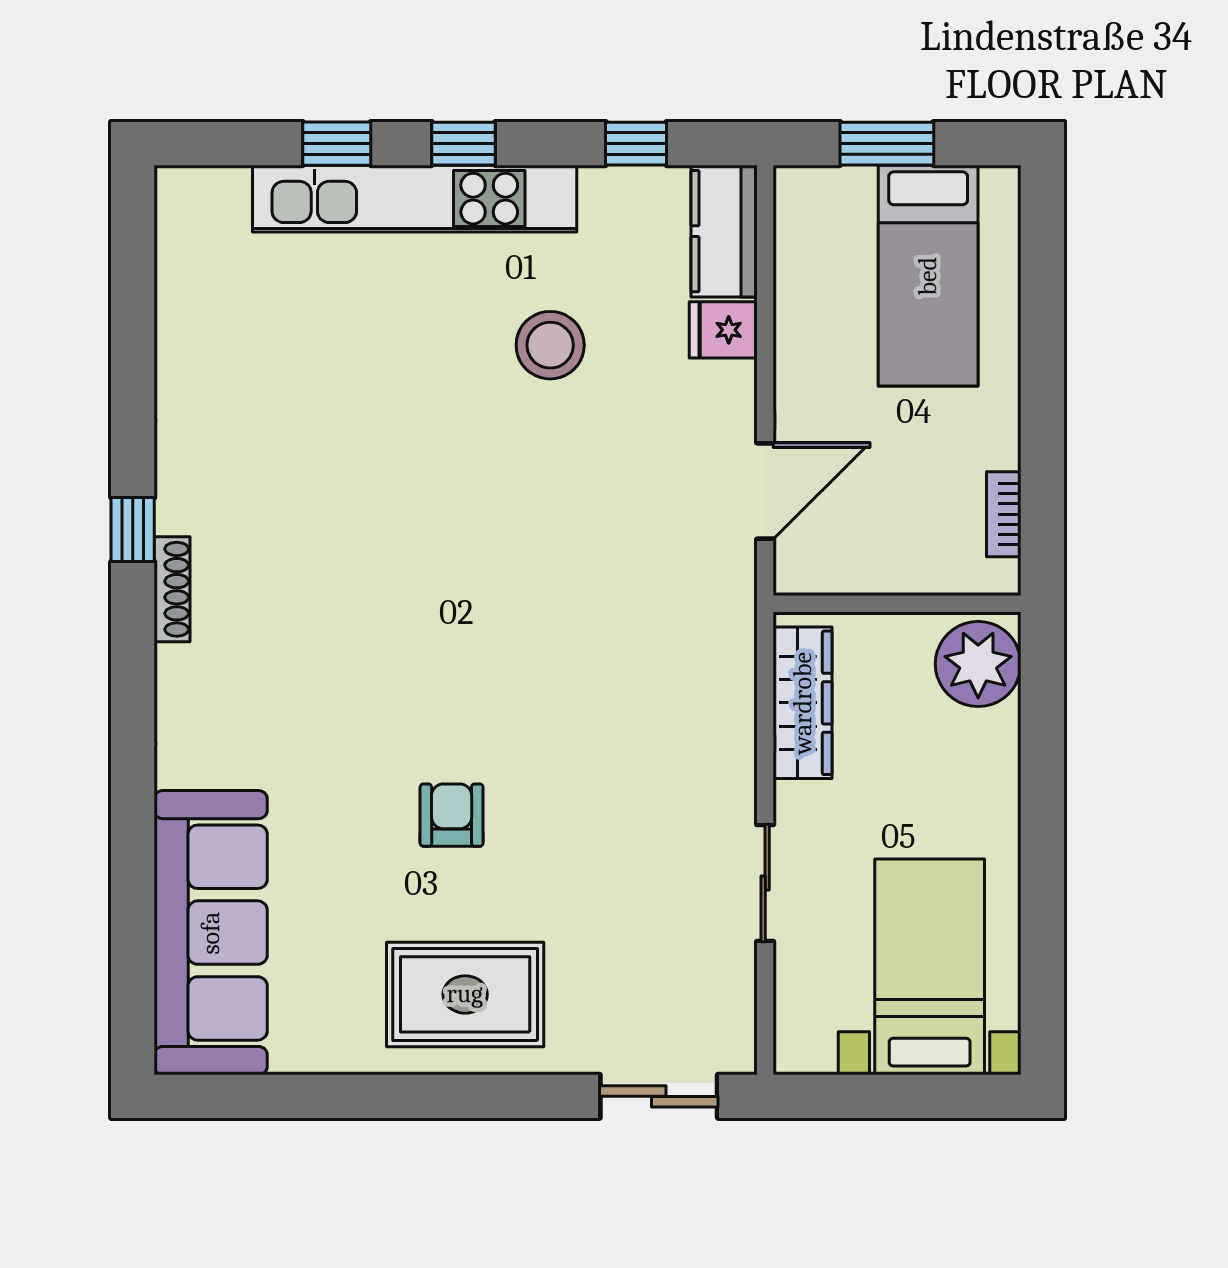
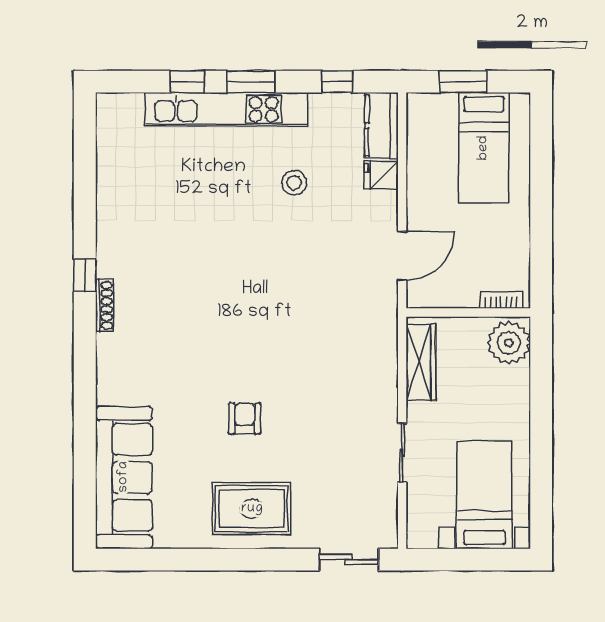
window: (464, 144) -> (251, 82), width x1.50
stool: (550, 345) -> (294, 183), width x0.73, depth x0.73
bookcase: (1004, 514) -> (501, 300), moved, turned 90

